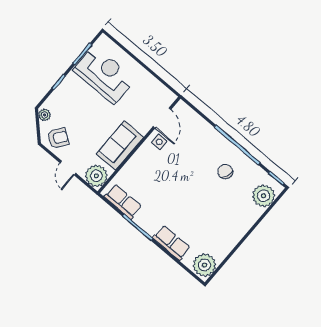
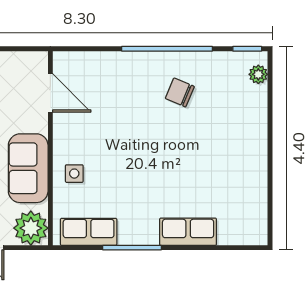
side table: (159, 142) -> (74, 174), moved
plant: (264, 196) -> (258, 74), width x0.53, depth x0.53
plant: (204, 265) -> (250, 225), removed

